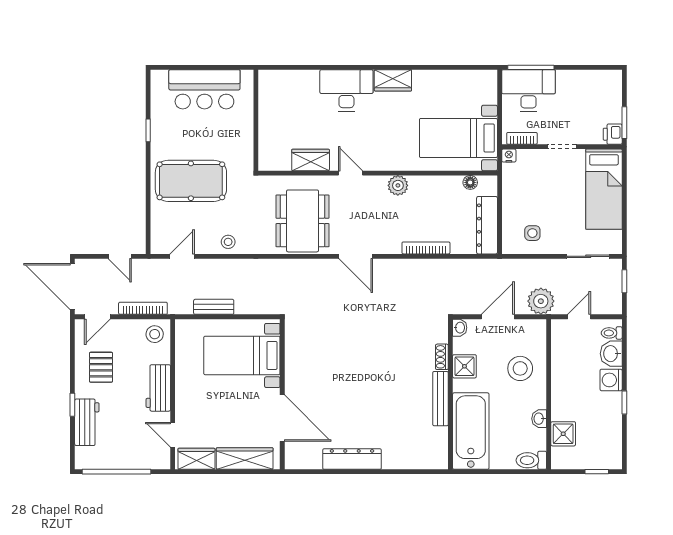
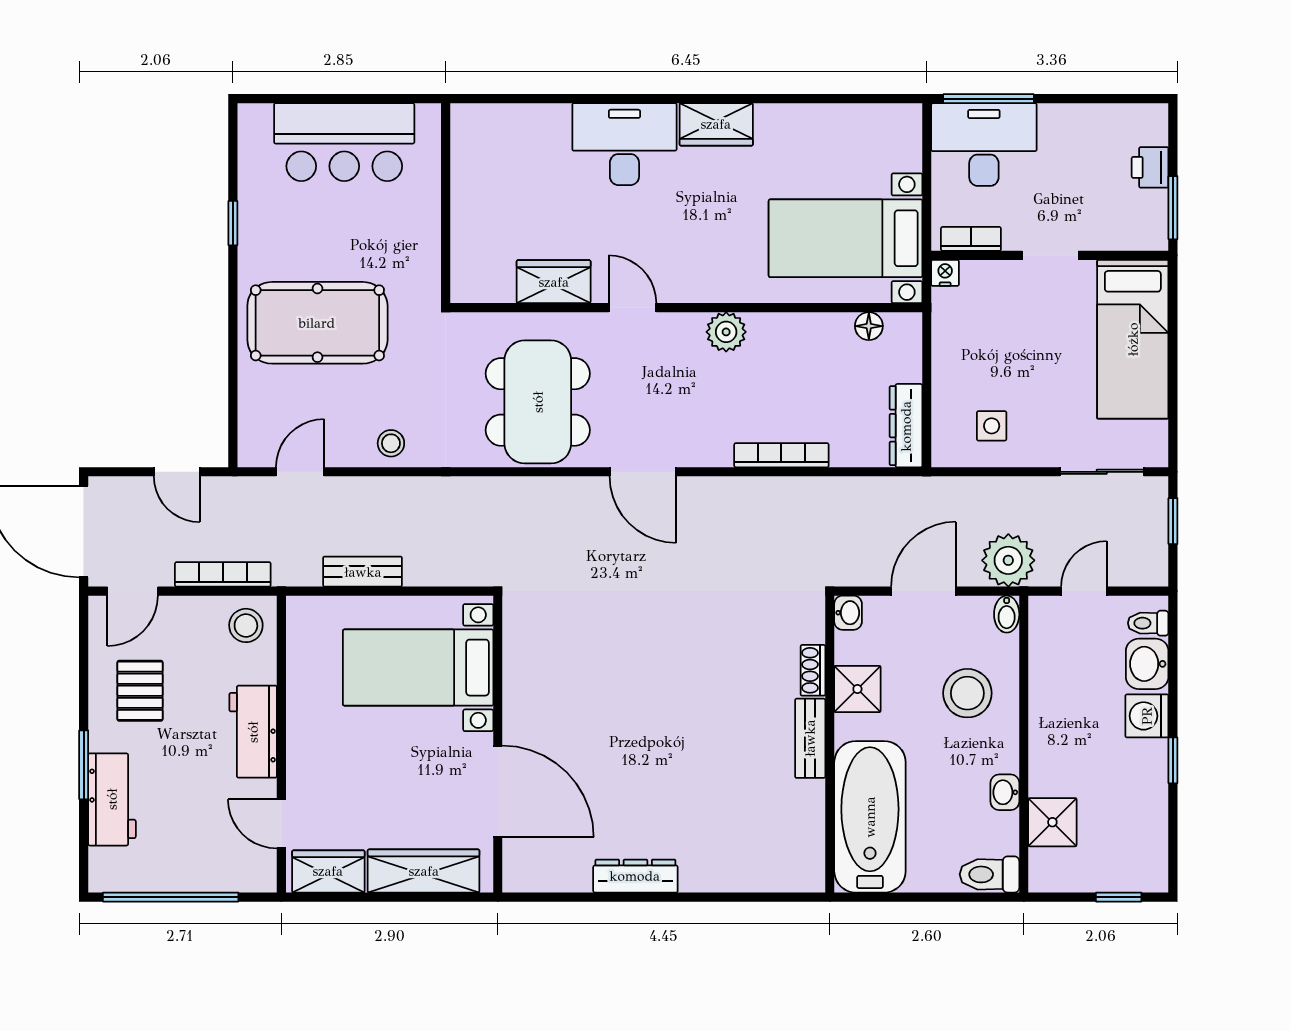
printer: (613, 134) -> (1150, 167), moved
dresser: (487, 225) -> (906, 426), width x0.73, depth x0.80
bidet: (540, 328) -> (1007, 614), added
bench: (440, 399) -> (810, 738), width x0.73
window: (72, 405) -> (84, 765), width x1.50
dresser: (352, 459) -> (635, 876), width x0.73, depth x0.80

